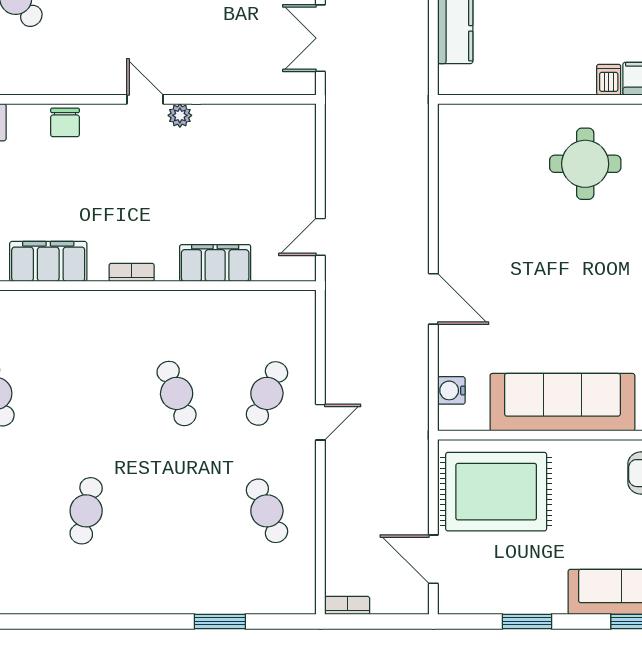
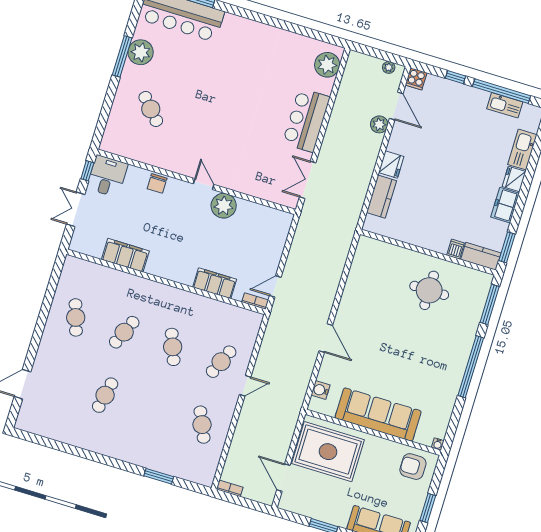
plant: (180, 115) -> (224, 206), width x1.87, depth x1.87
bookcase: (132, 272) -> (255, 301), moved
cafe table: (86, 393) -> (124, 332), added

